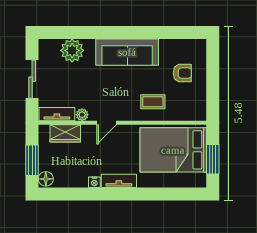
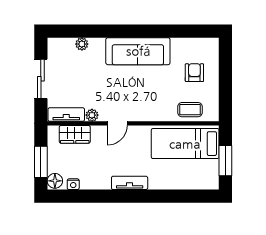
plant: (72, 50) -> (82, 44), width x0.53, depth x0.53
armchair: (182, 73) -> (194, 73), turned -90
coffee table: (153, 102) -> (190, 110), moved
bed: (173, 150) -> (185, 144), width x0.67
nightstand: (94, 182) -> (73, 184), moved

